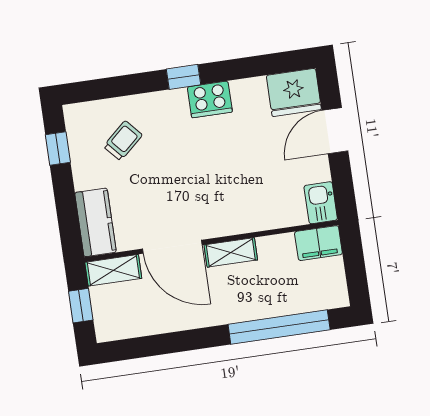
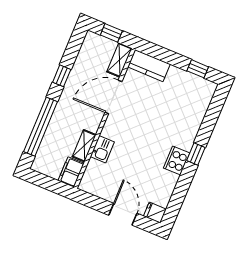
fridge: (294, 92) -> (155, 213), width x0.53, depth x0.75
trolley: (123, 141) -> (182, 104), removed
kitchen sink: (321, 203) -> (102, 149), moved, turned 90
shelving: (231, 252) -> (84, 146), moved
window: (187, 341) -> (62, 76), added

